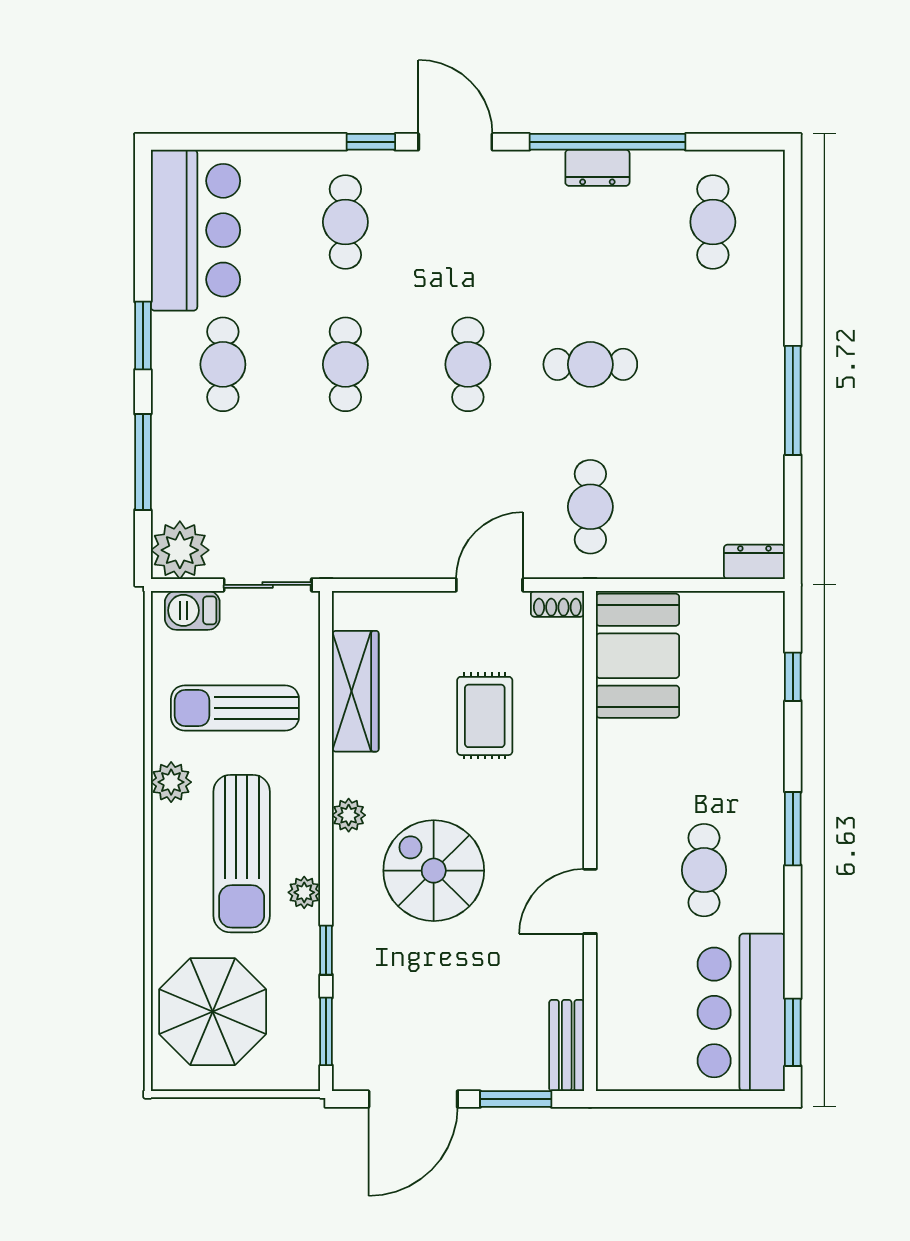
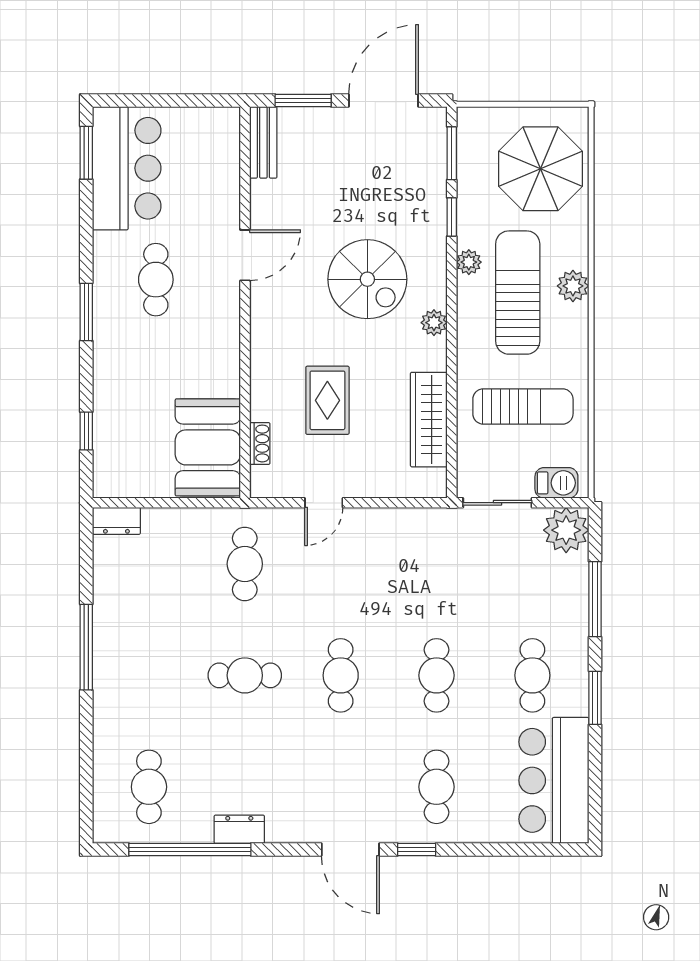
window: (607, 142) -> (190, 850), moved
door: (489, 585) -> (324, 503), width x0.73
shoe rack: (557, 604) -> (260, 443), moved, turned 90
plant: (171, 782) -> (573, 286), moved

